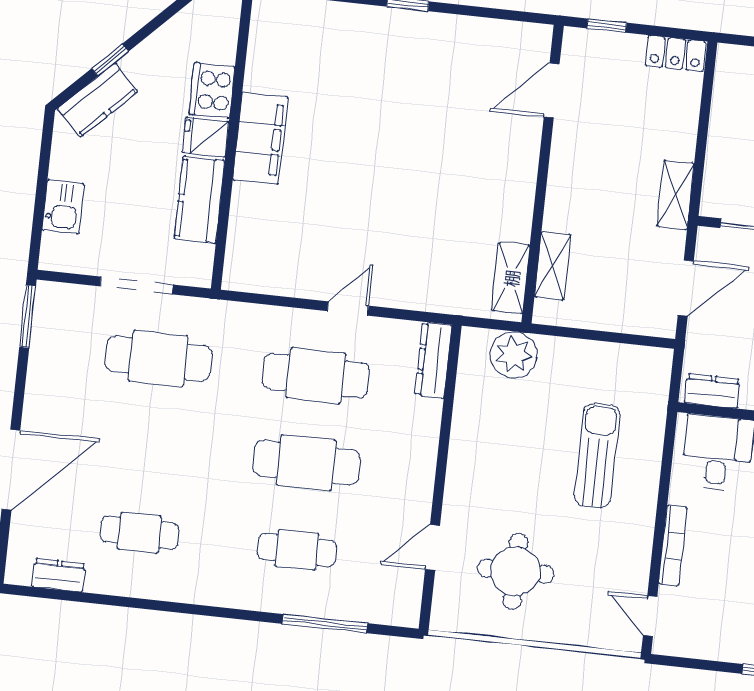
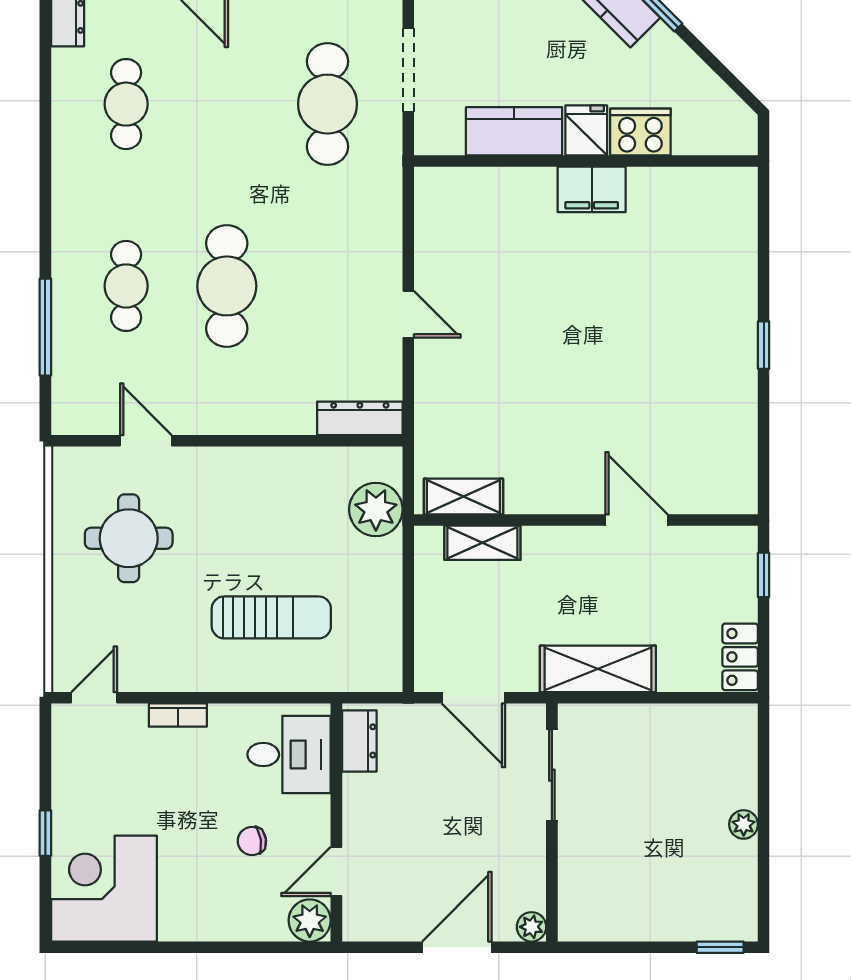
door: (552, 91) -> (636, 520), moved
filing cabinet: (260, 138) -> (592, 189), width x0.67, depth x0.86
shelving: (676, 195) -> (598, 669), width x1.50, depth x1.33
cafe table: (316, 376) -> (328, 286), removed
bookcase: (673, 545) -> (178, 715), width x0.64

